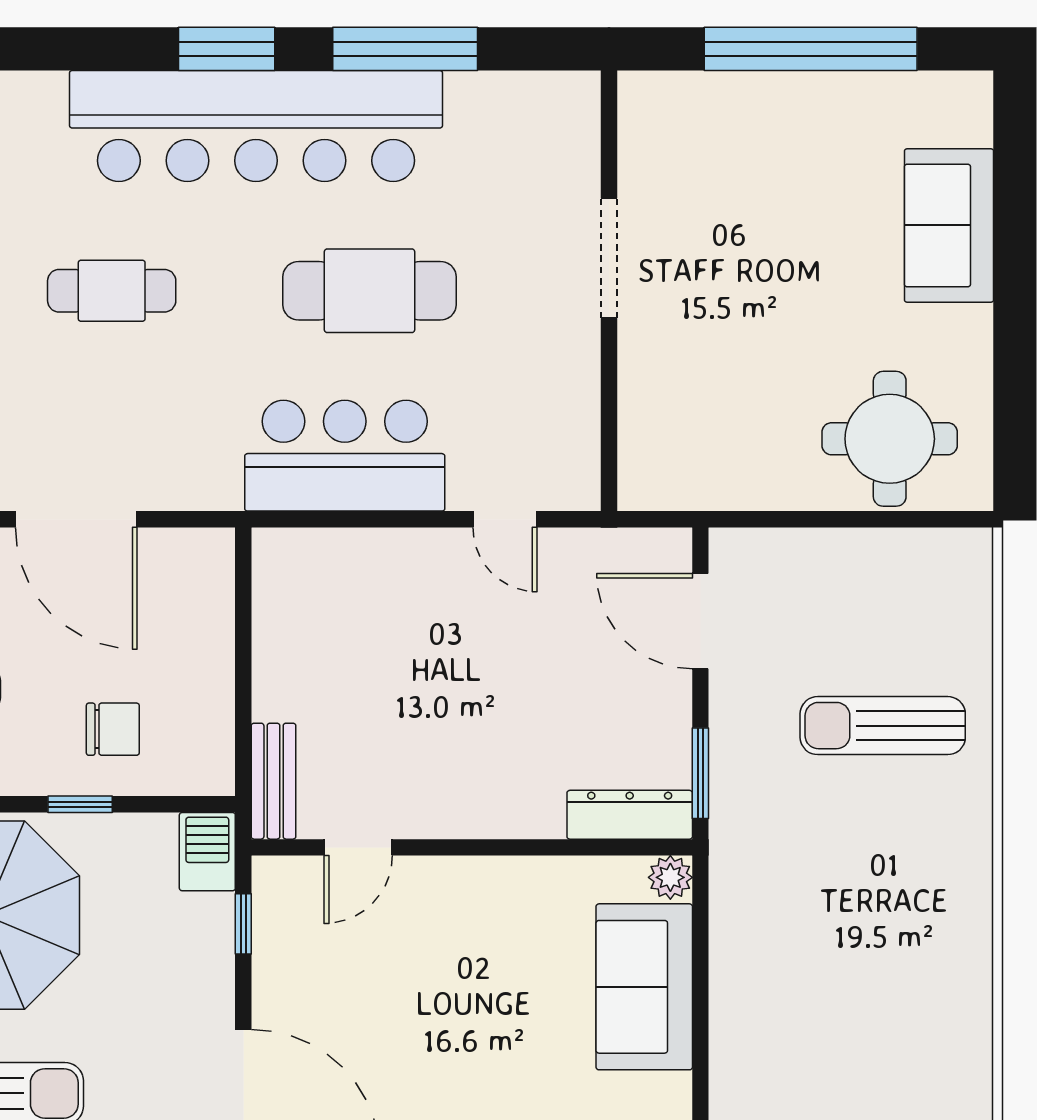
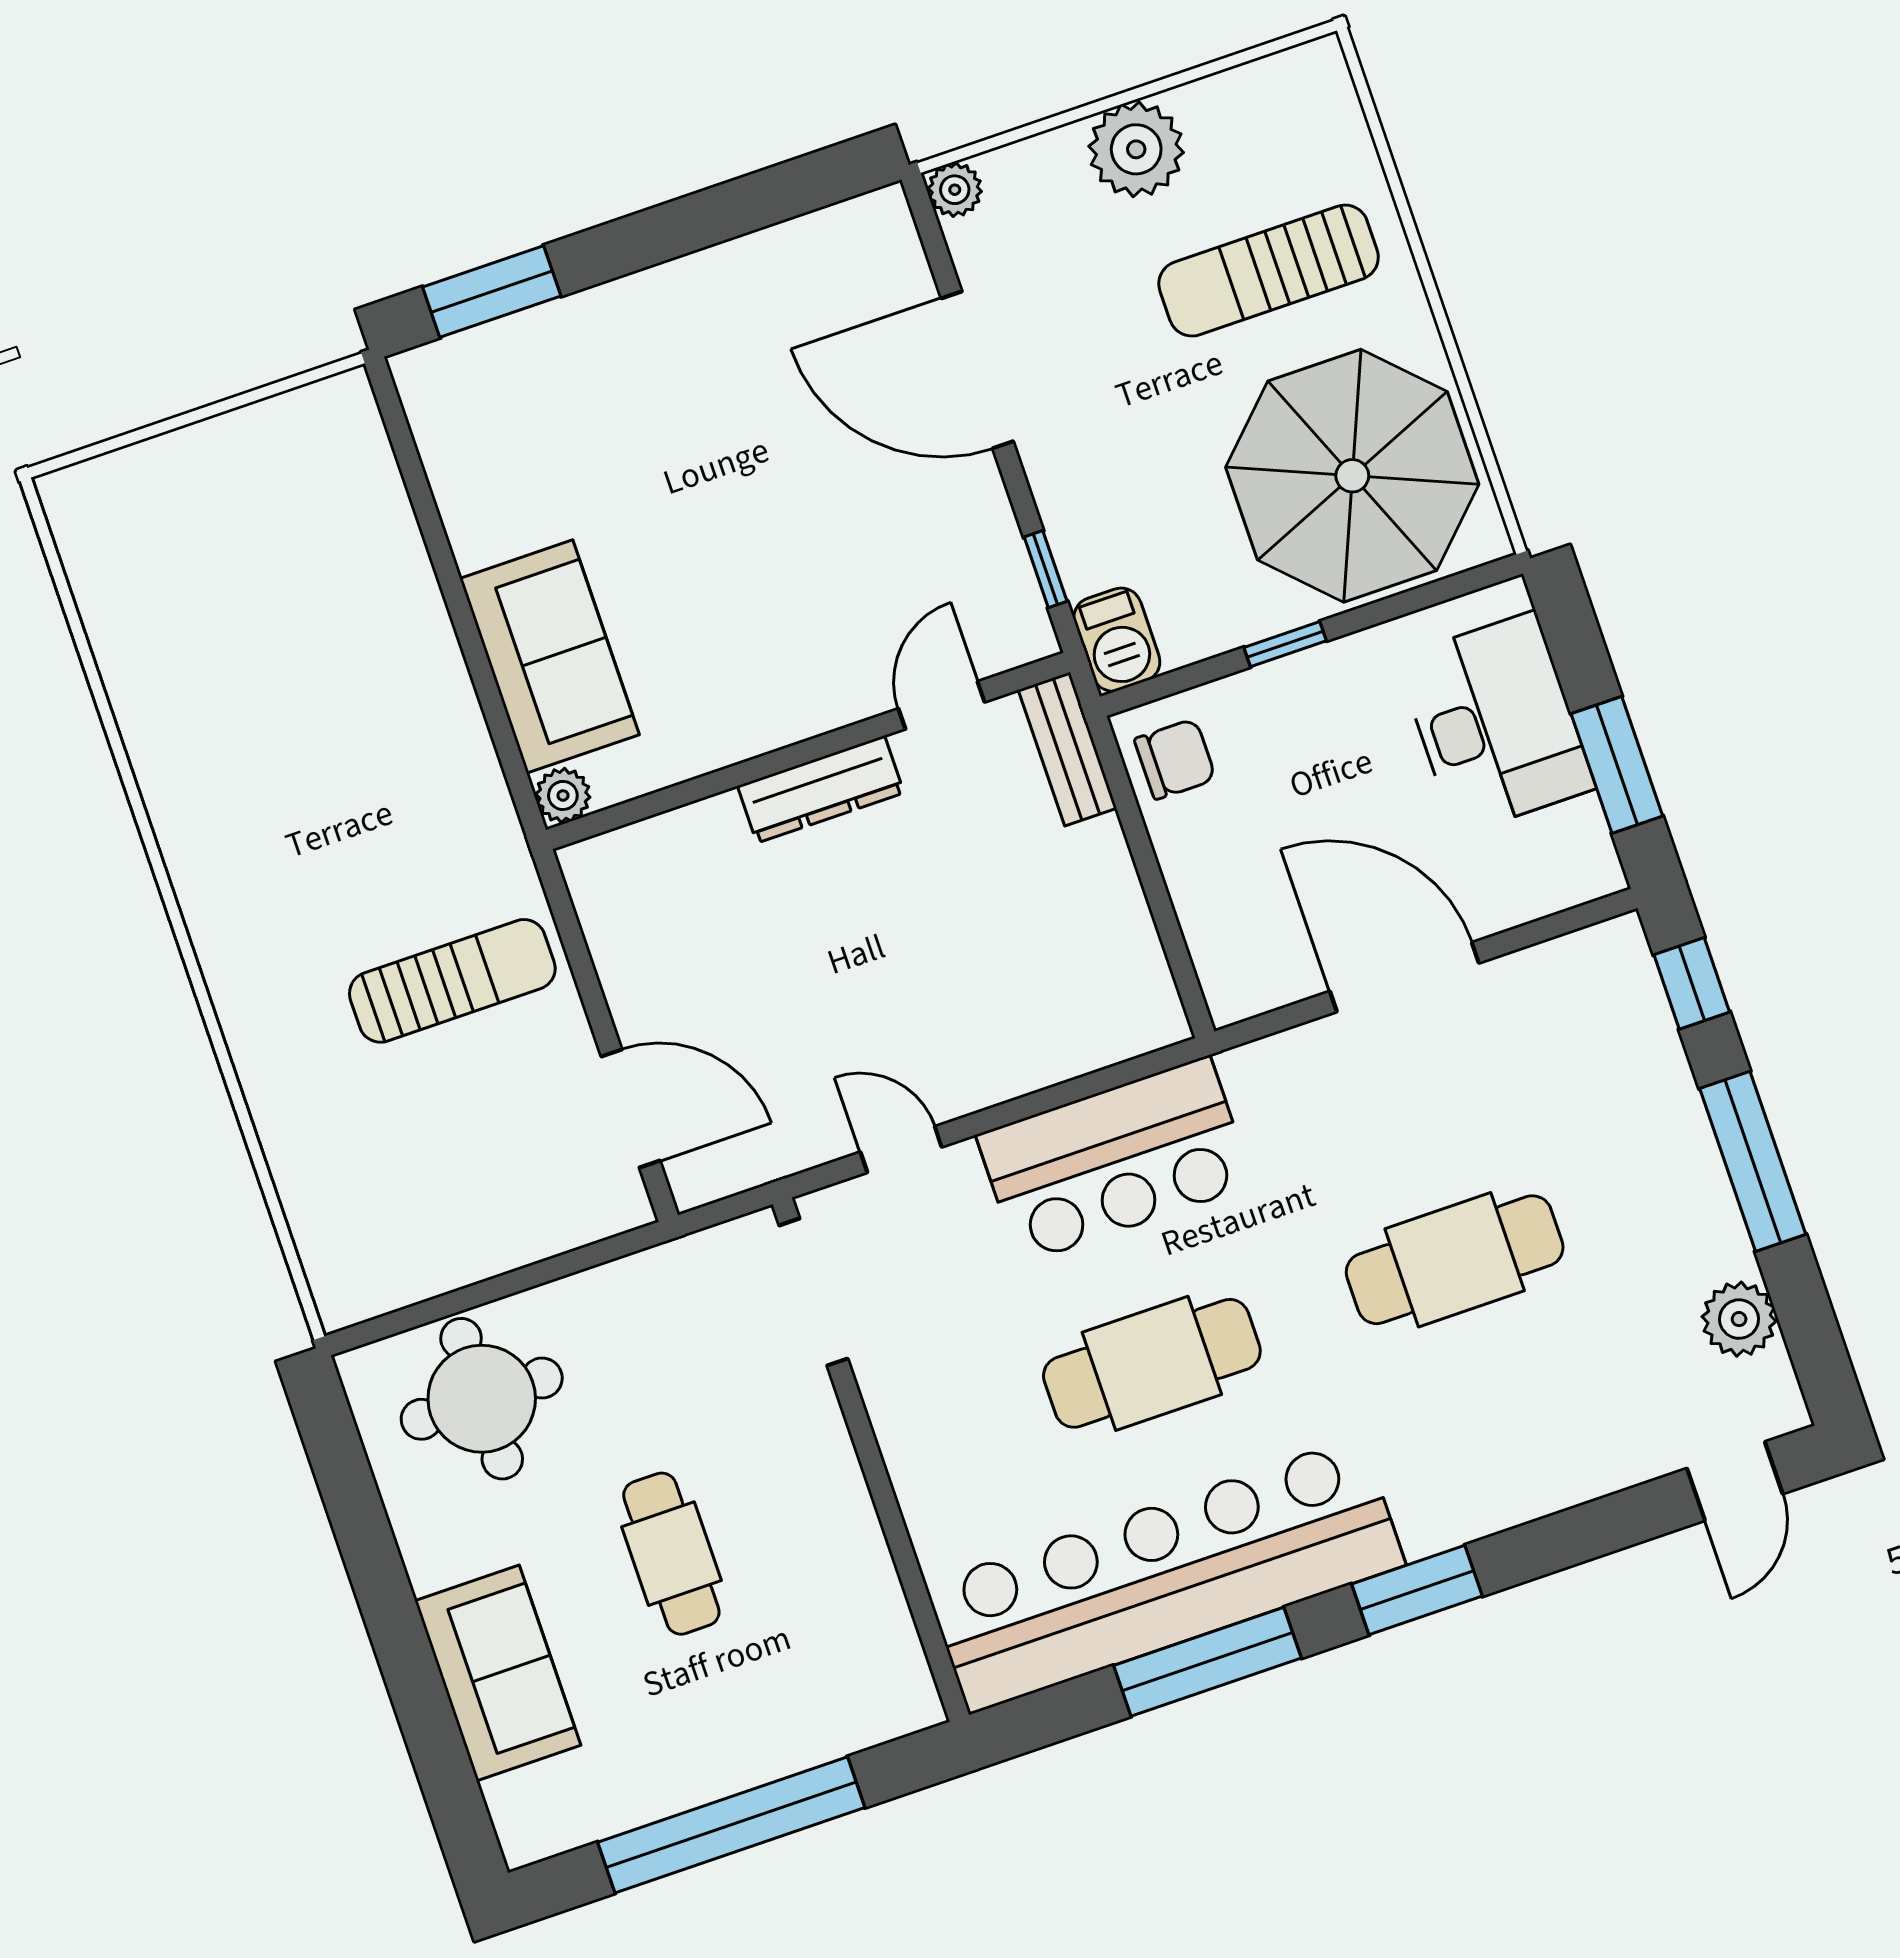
bar counter: (256, 126) -> (1165, 1575), moved
doorway: (609, 258) -> (813, 1292), moved
cafe table: (785, 271) -> (671, 1554), added
cafe table: (112, 291) -> (1455, 1260), width x1.37, depth x1.35
sun lounger: (883, 726) -> (452, 981), moved
chair: (113, 729) -> (1175, 759), moved, turned 180
window: (700, 773) -> (569, 930), removed
dresser: (630, 815) -> (821, 789), moved

